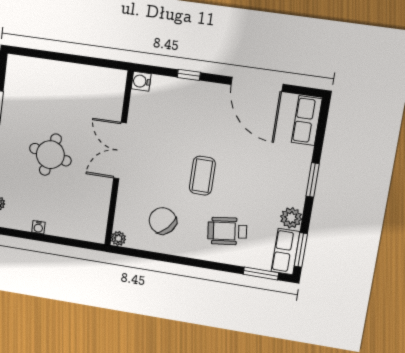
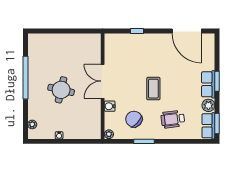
water cooler: (141, 81) -> (110, 106), moved
door: (257, 84) -> (187, 31), moved
row of seats: (307, 121) -> (208, 84), moved
window: (261, 273) -> (144, 141), moved

